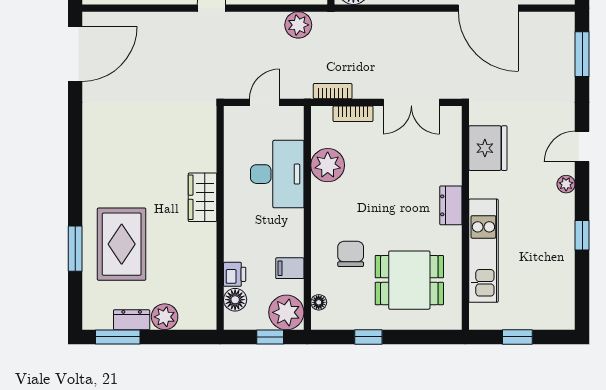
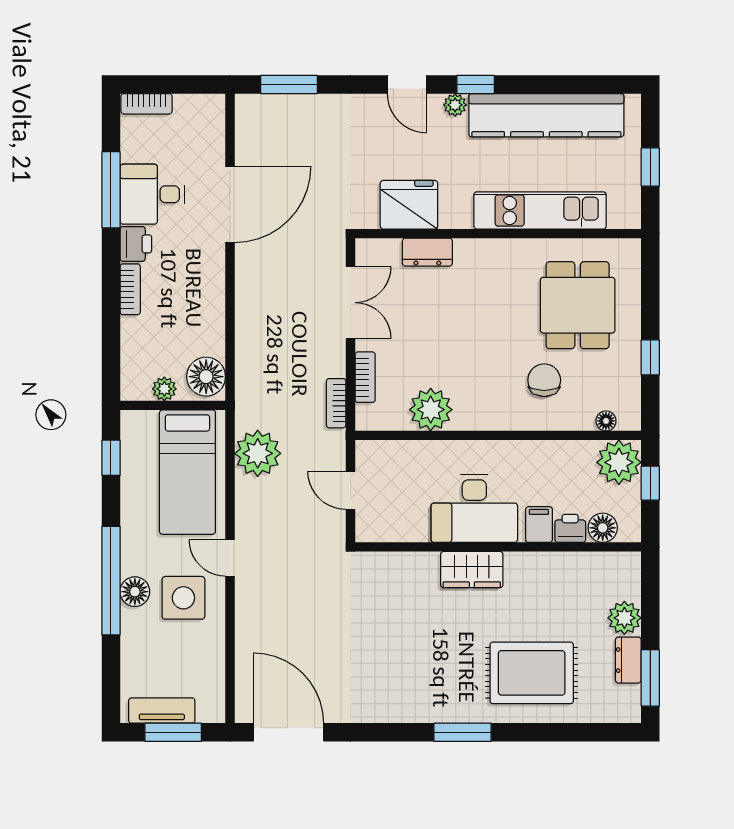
plant: (298, 25) -> (258, 453), width x1.36, depth x1.36
desk: (277, 174) -> (474, 508), moved, turned 180
dresser: (451, 205) -> (427, 252), moved
window: (582, 235) -> (476, 84), moved
window: (75, 249) -> (463, 732), moved
chair: (351, 254) -> (544, 380), turned 90
kitchen counter: (558, 256) -> (546, 115), added
filing cabinet: (290, 268) -> (539, 525), moved, turned 180

